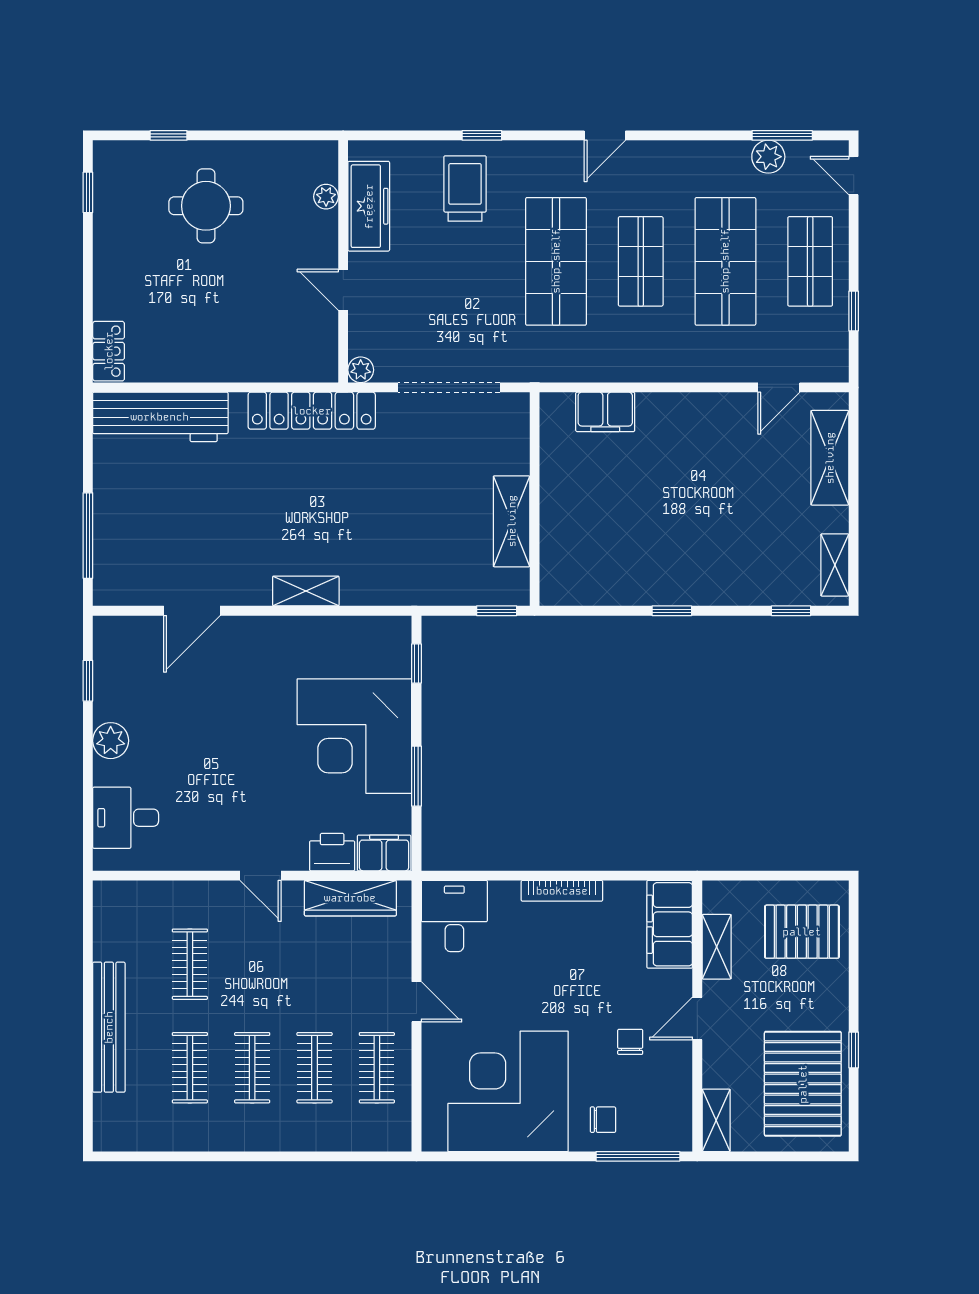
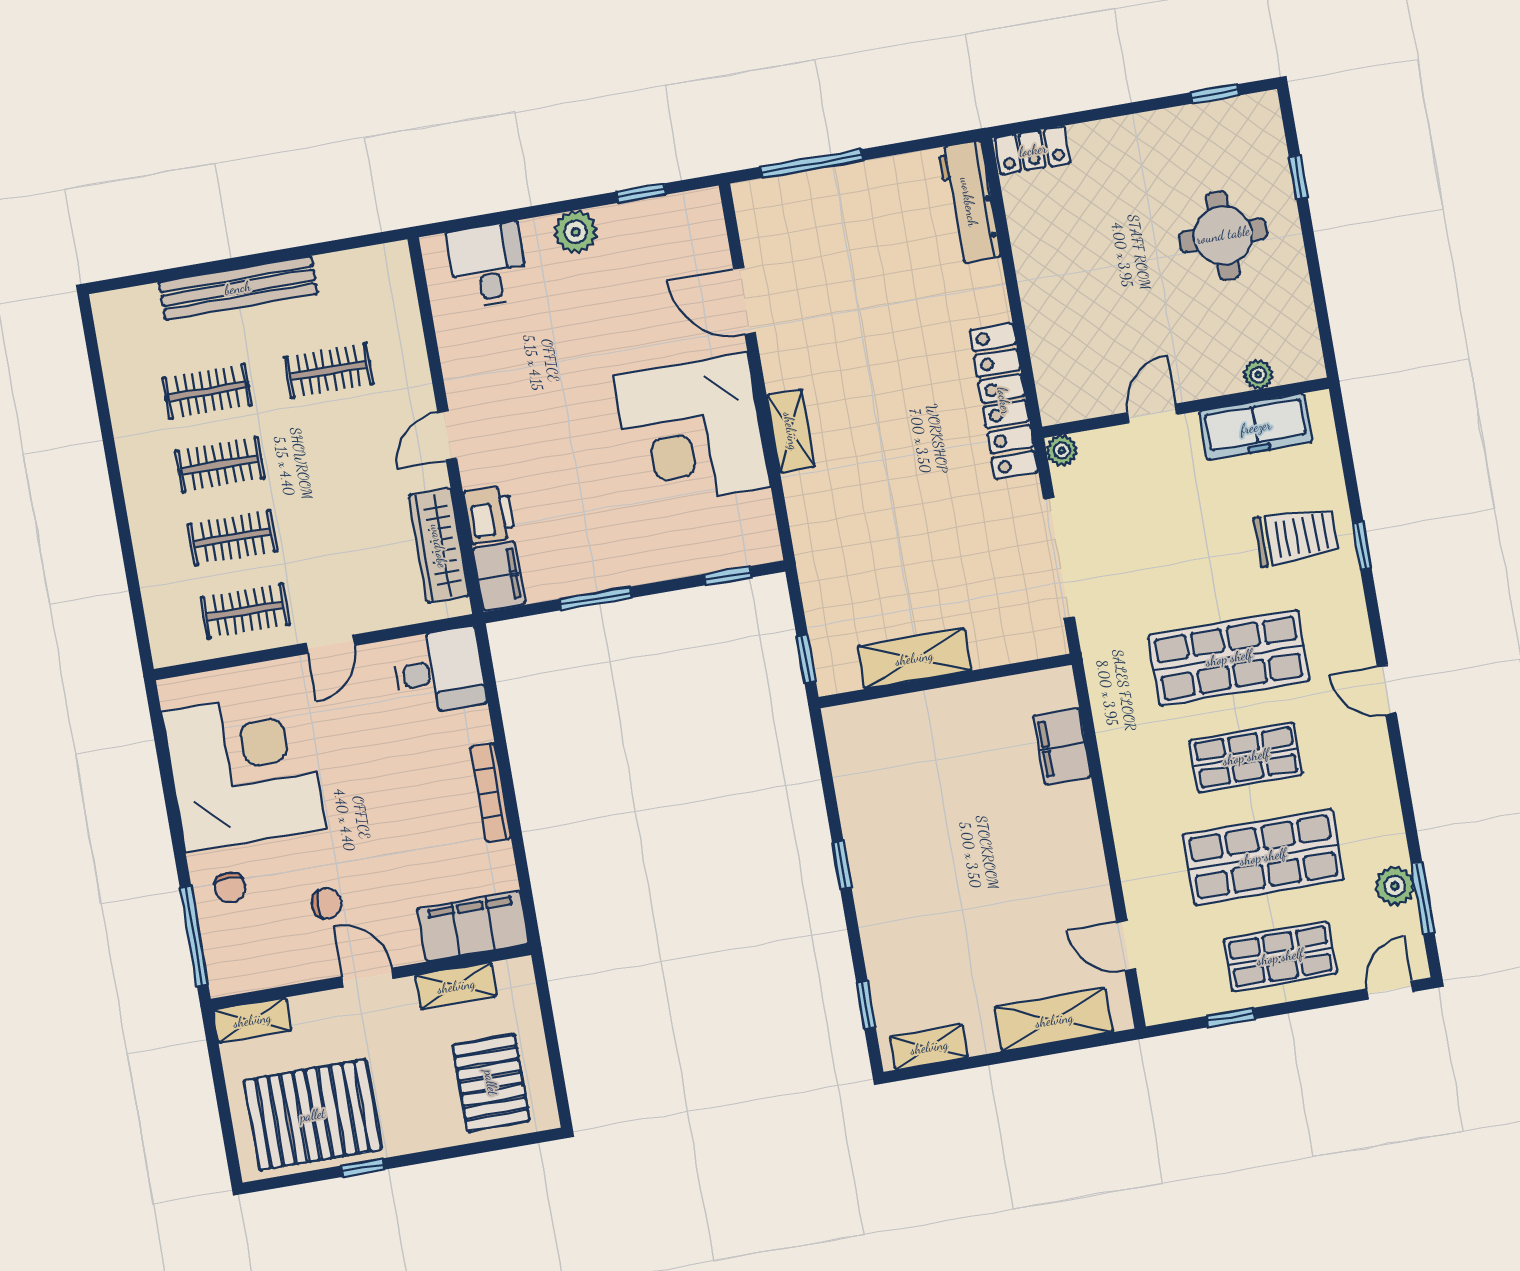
workbench: (160, 417) -> (969, 202), width x0.73, depth x0.76
corner desk: (354, 736) -> (692, 431), moved, turned -90

